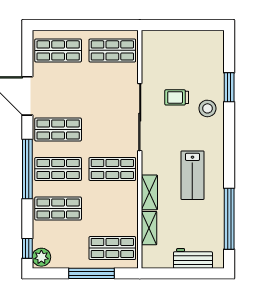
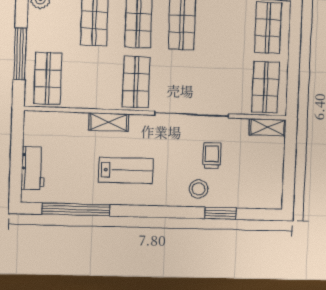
lab bench: (192, 175) -> (126, 170), turned 180
shelving: (149, 228) -> (268, 127), moved

